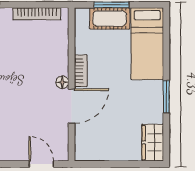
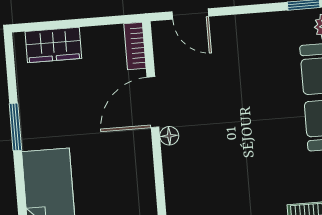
bookcase: (81, 71) -> (135, 46), moved
wardrobe: (153, 143) -> (53, 45), moved, turned 90

